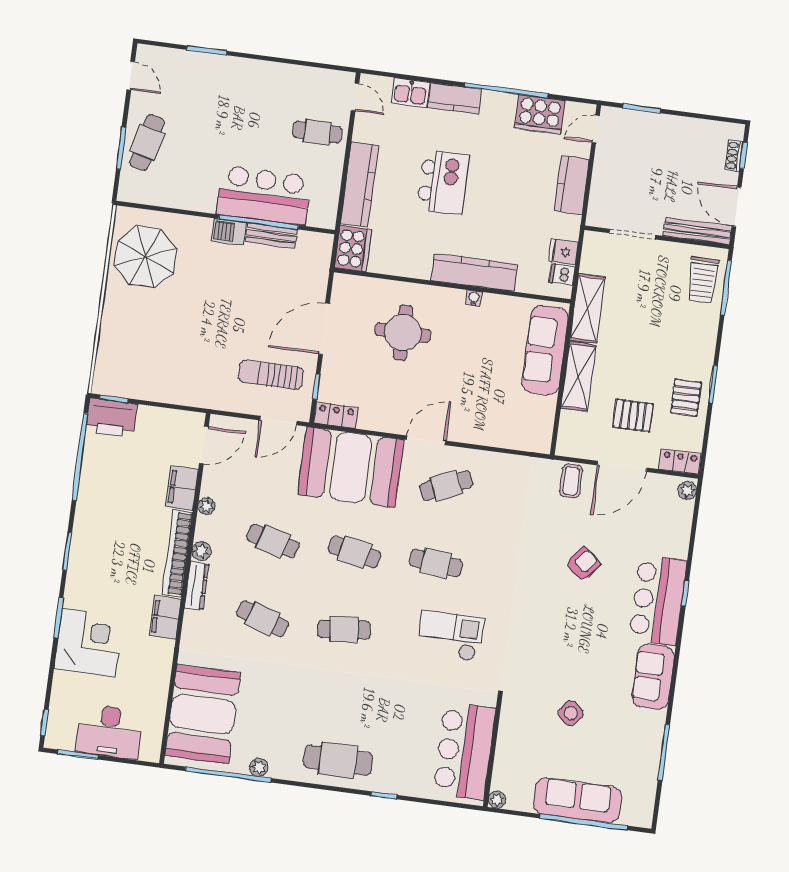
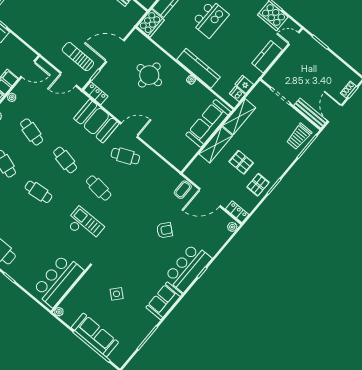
pallet: (633, 416) -> (241, 162), moved
booth: (351, 467) -> (96, 121), width x0.73, depth x0.70

